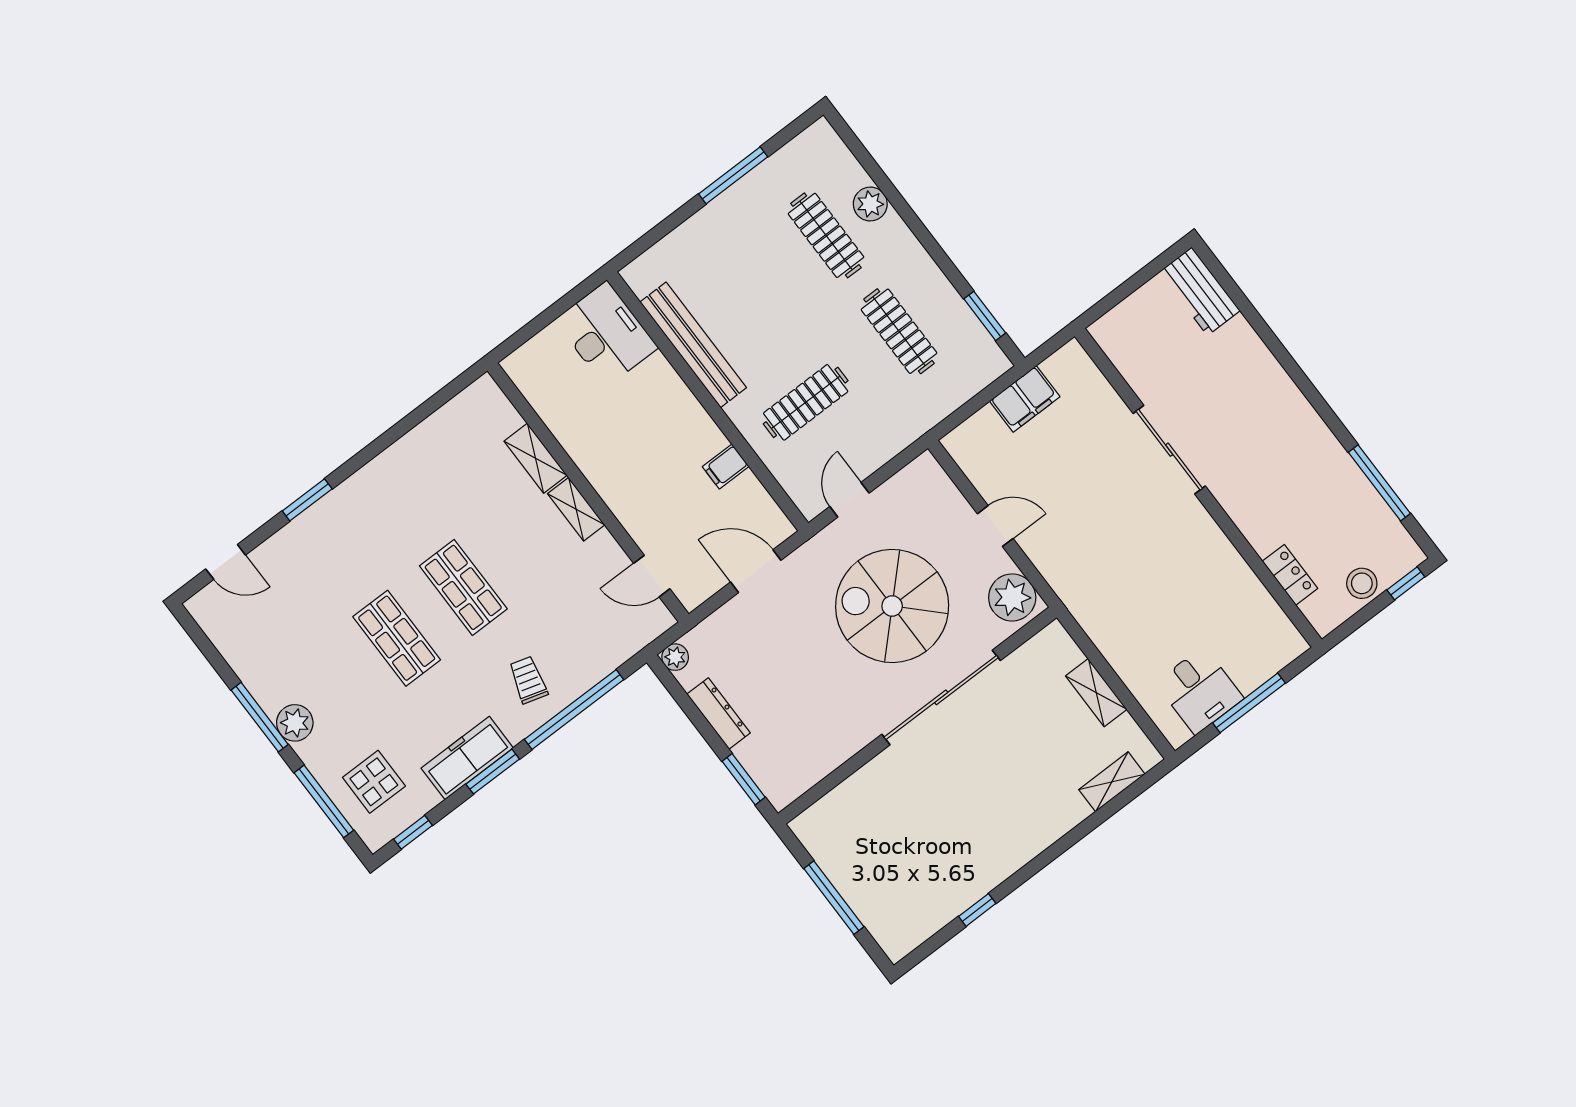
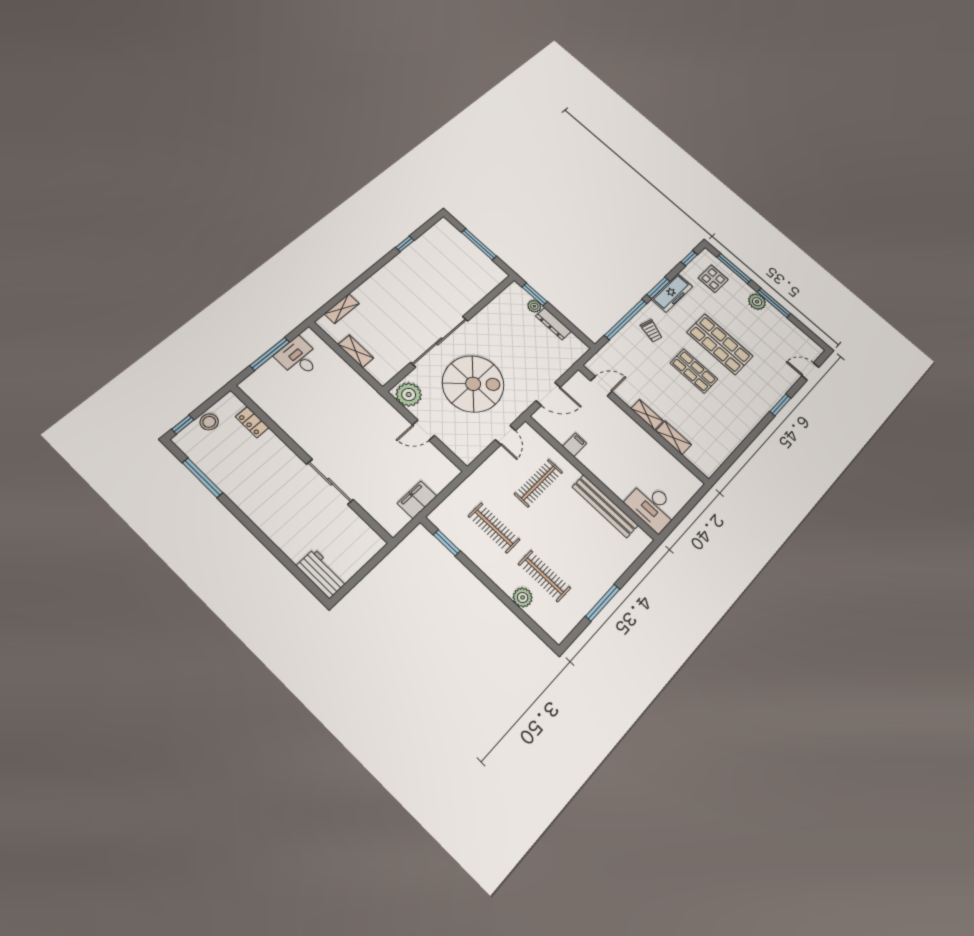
shop shelf: (397, 638) -> (720, 344), width x1.43, depth x1.36
plant: (675, 657) -> (534, 306), moved

